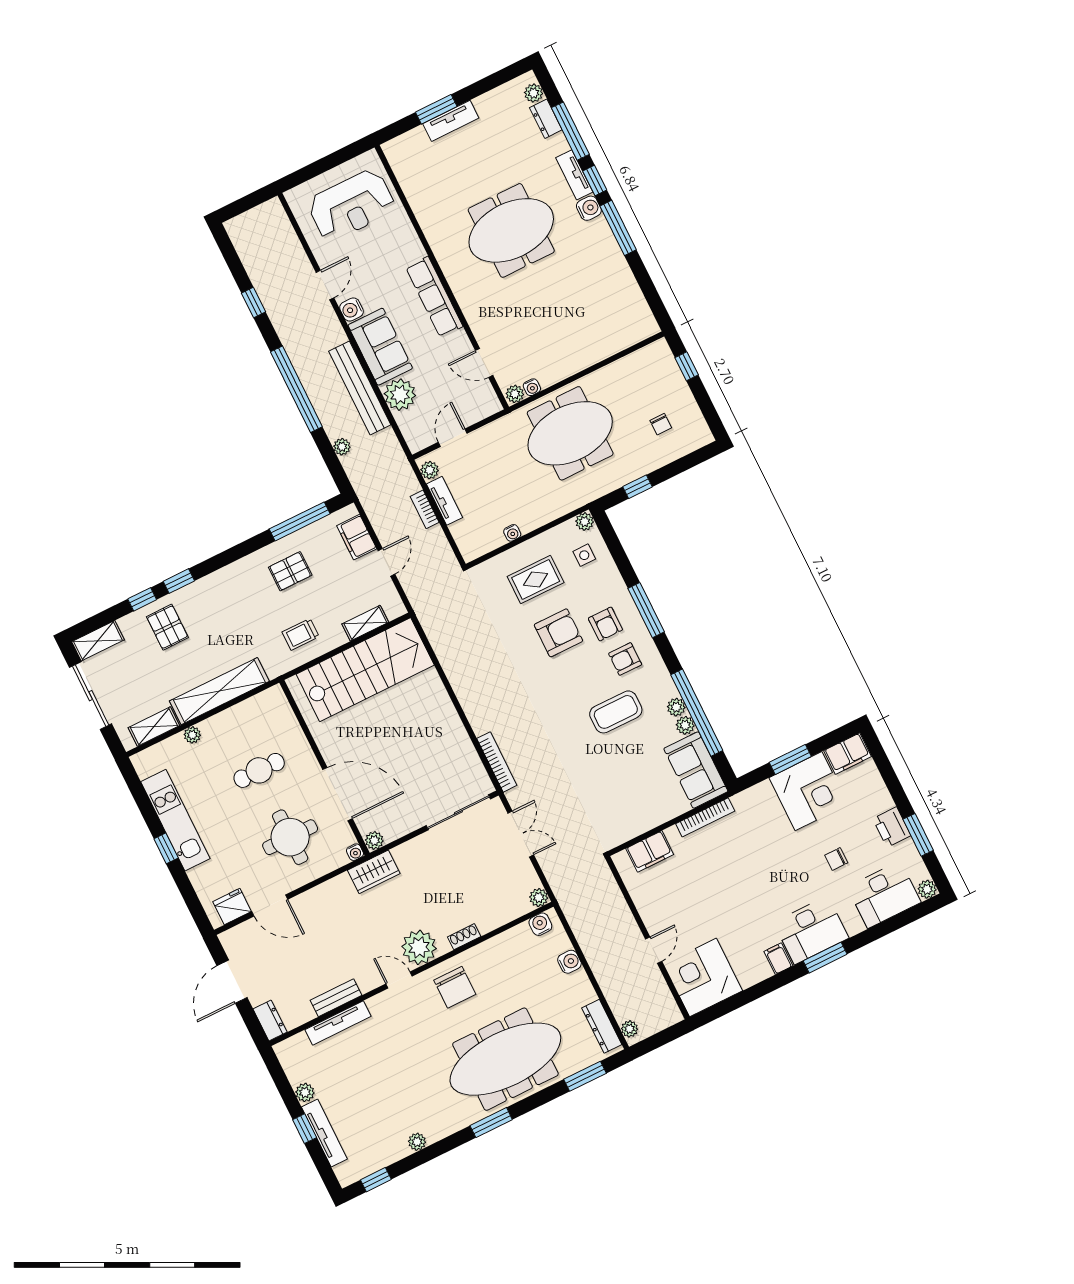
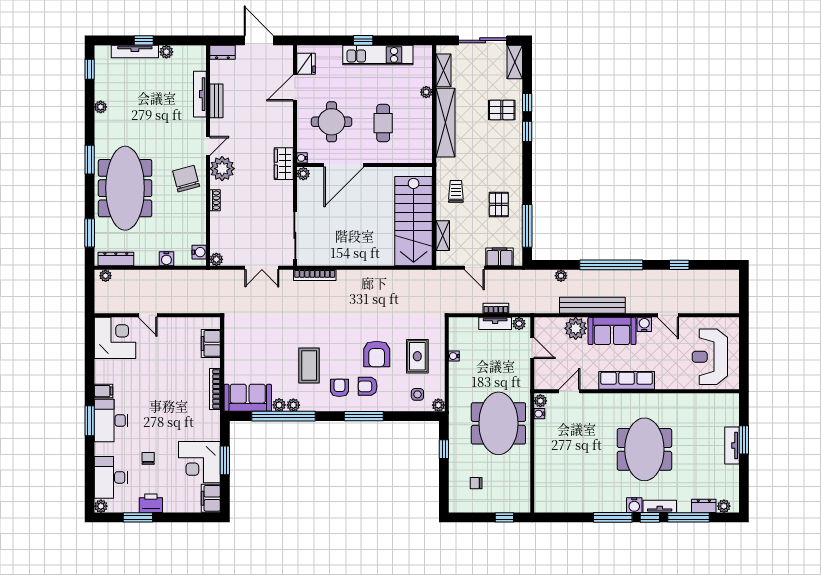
chair: (455, 987) -> (186, 179), turned 75

